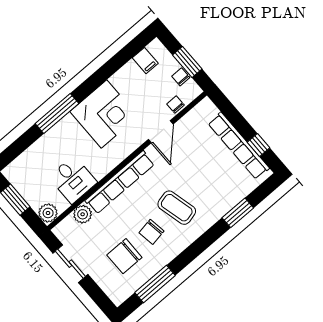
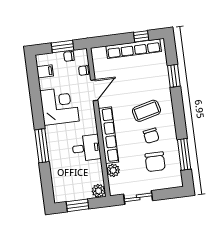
corner desk: (104, 114) -> (59, 106), moved
door: (161, 132) -> (94, 90), hinge flipped
desk: (73, 180) -> (86, 148), moved

